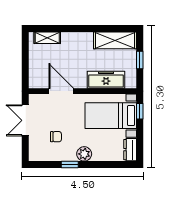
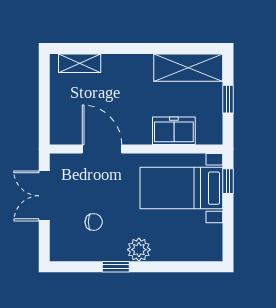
freezer: (106, 80) -> (174, 131), width x0.71
dresser: (130, 150) -> (212, 243), removed

